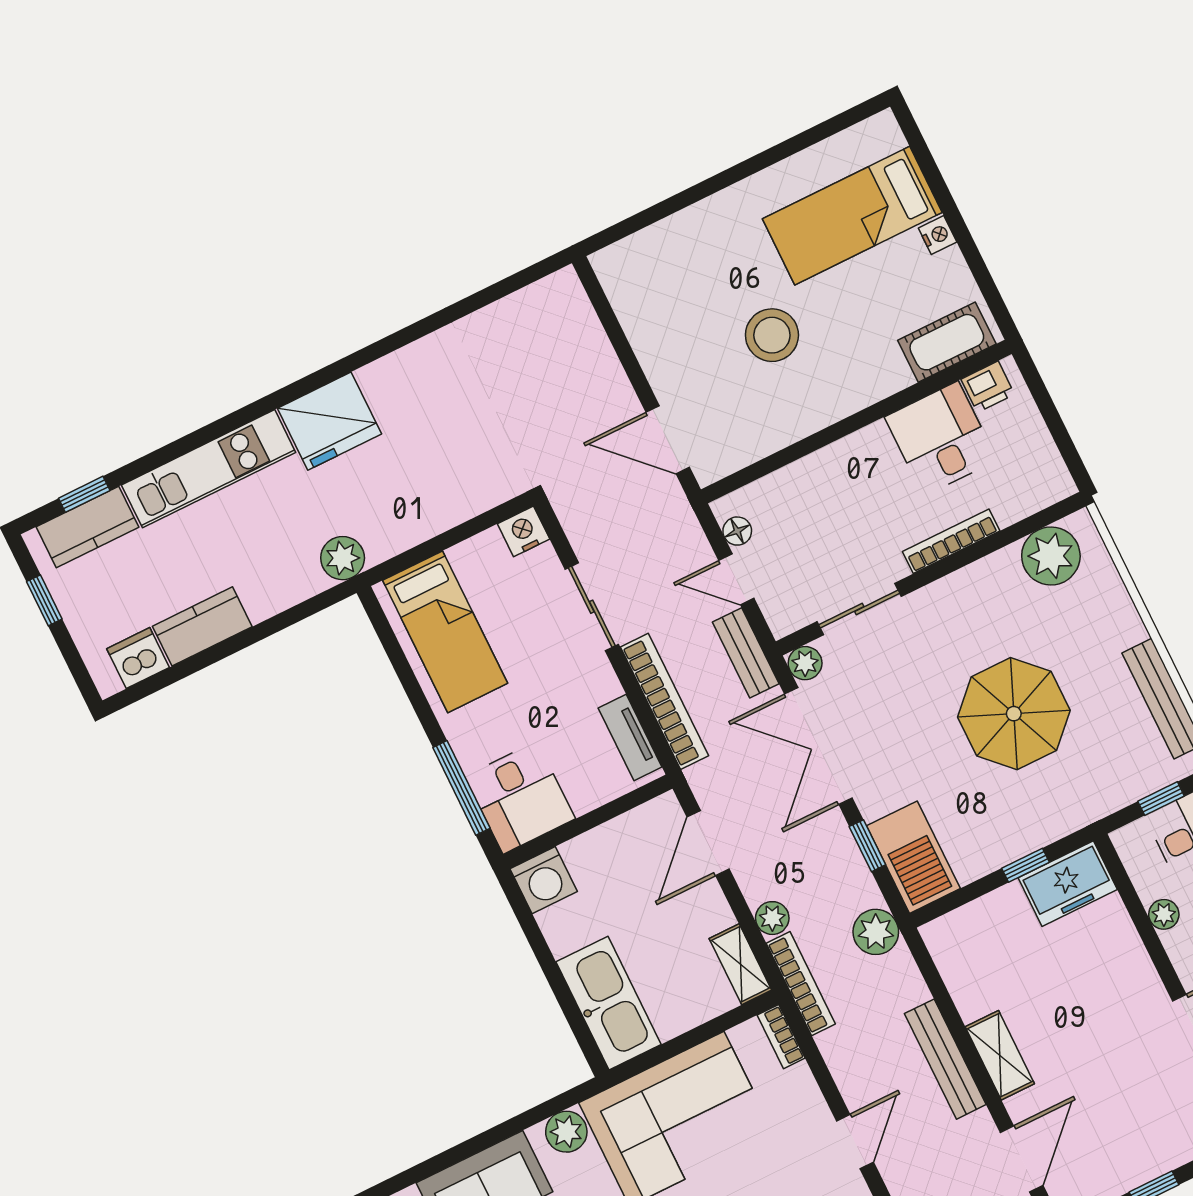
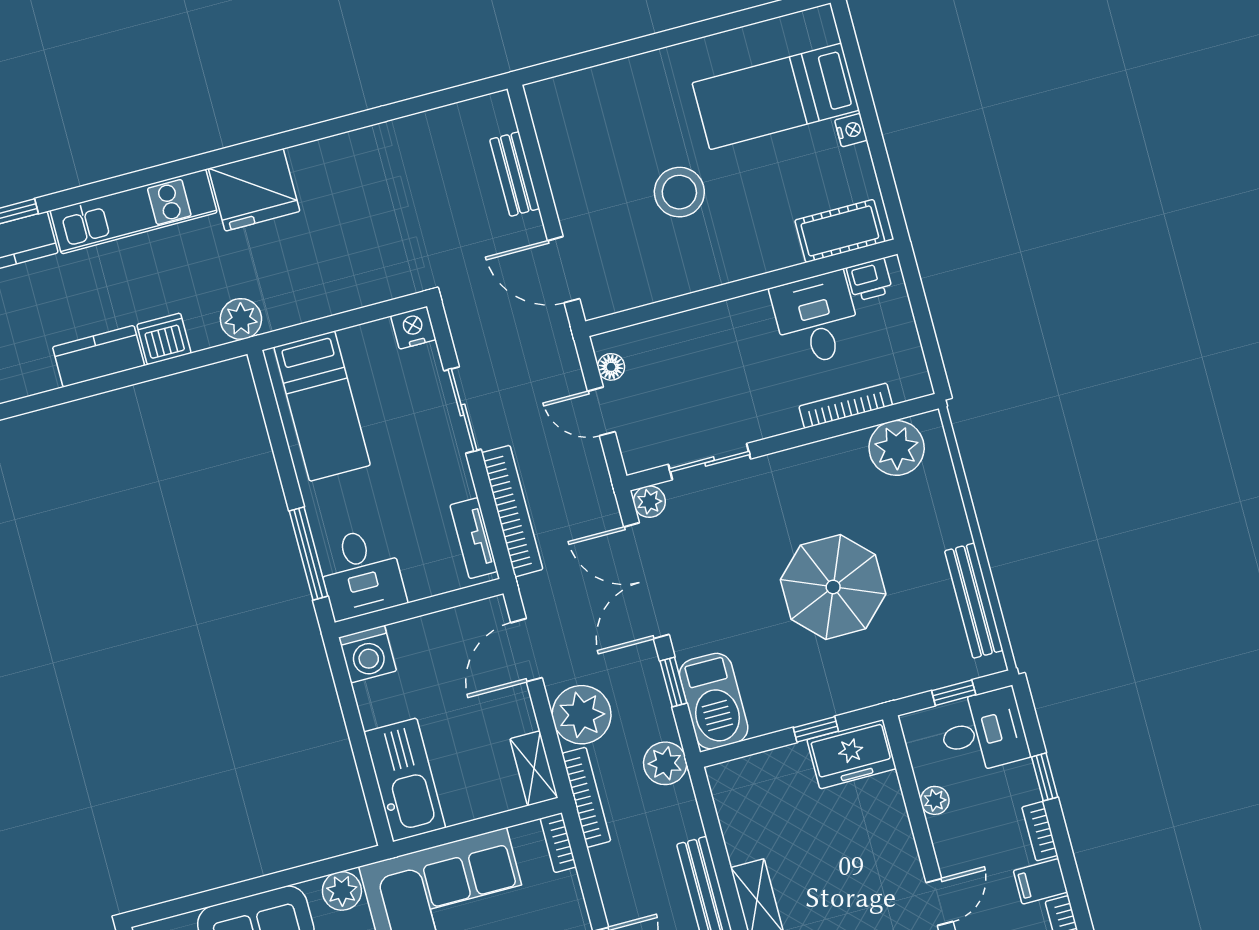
bookcase: (951, 541) -> (846, 406), moved
bench: (746, 653) -> (515, 174), moved
dishwasher: (138, 658) -> (164, 339), moved
plant: (772, 918) -> (582, 715), width x1.87, depth x1.87

